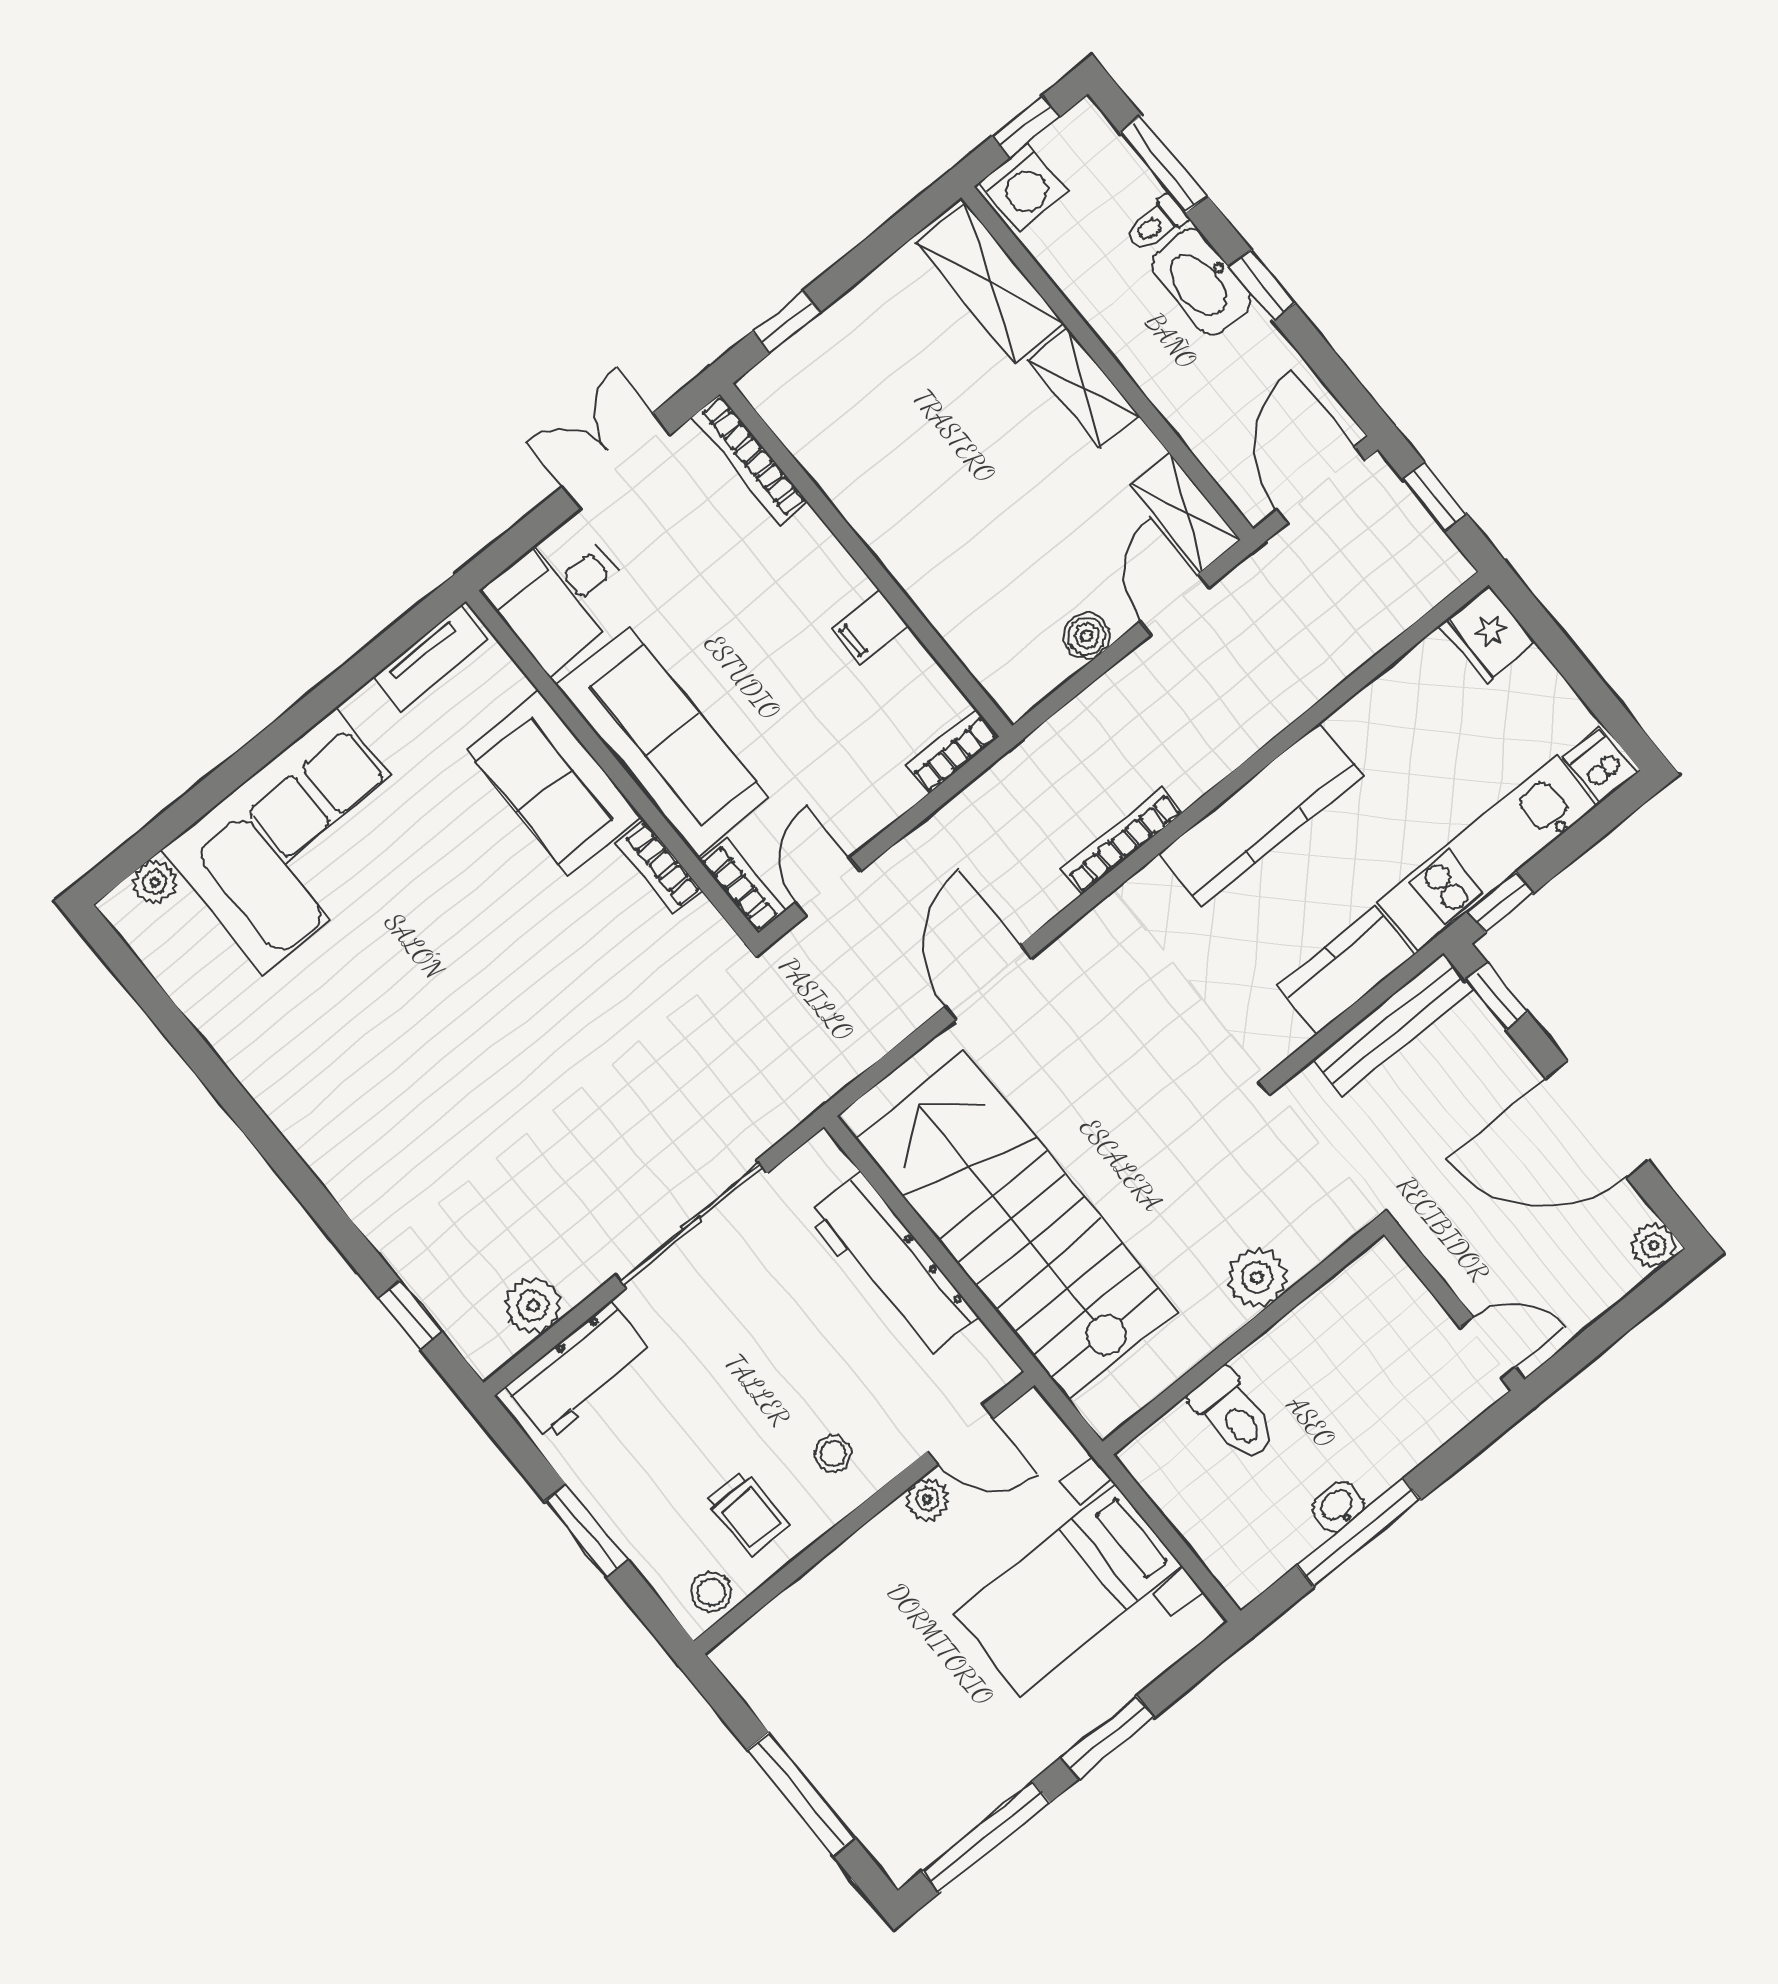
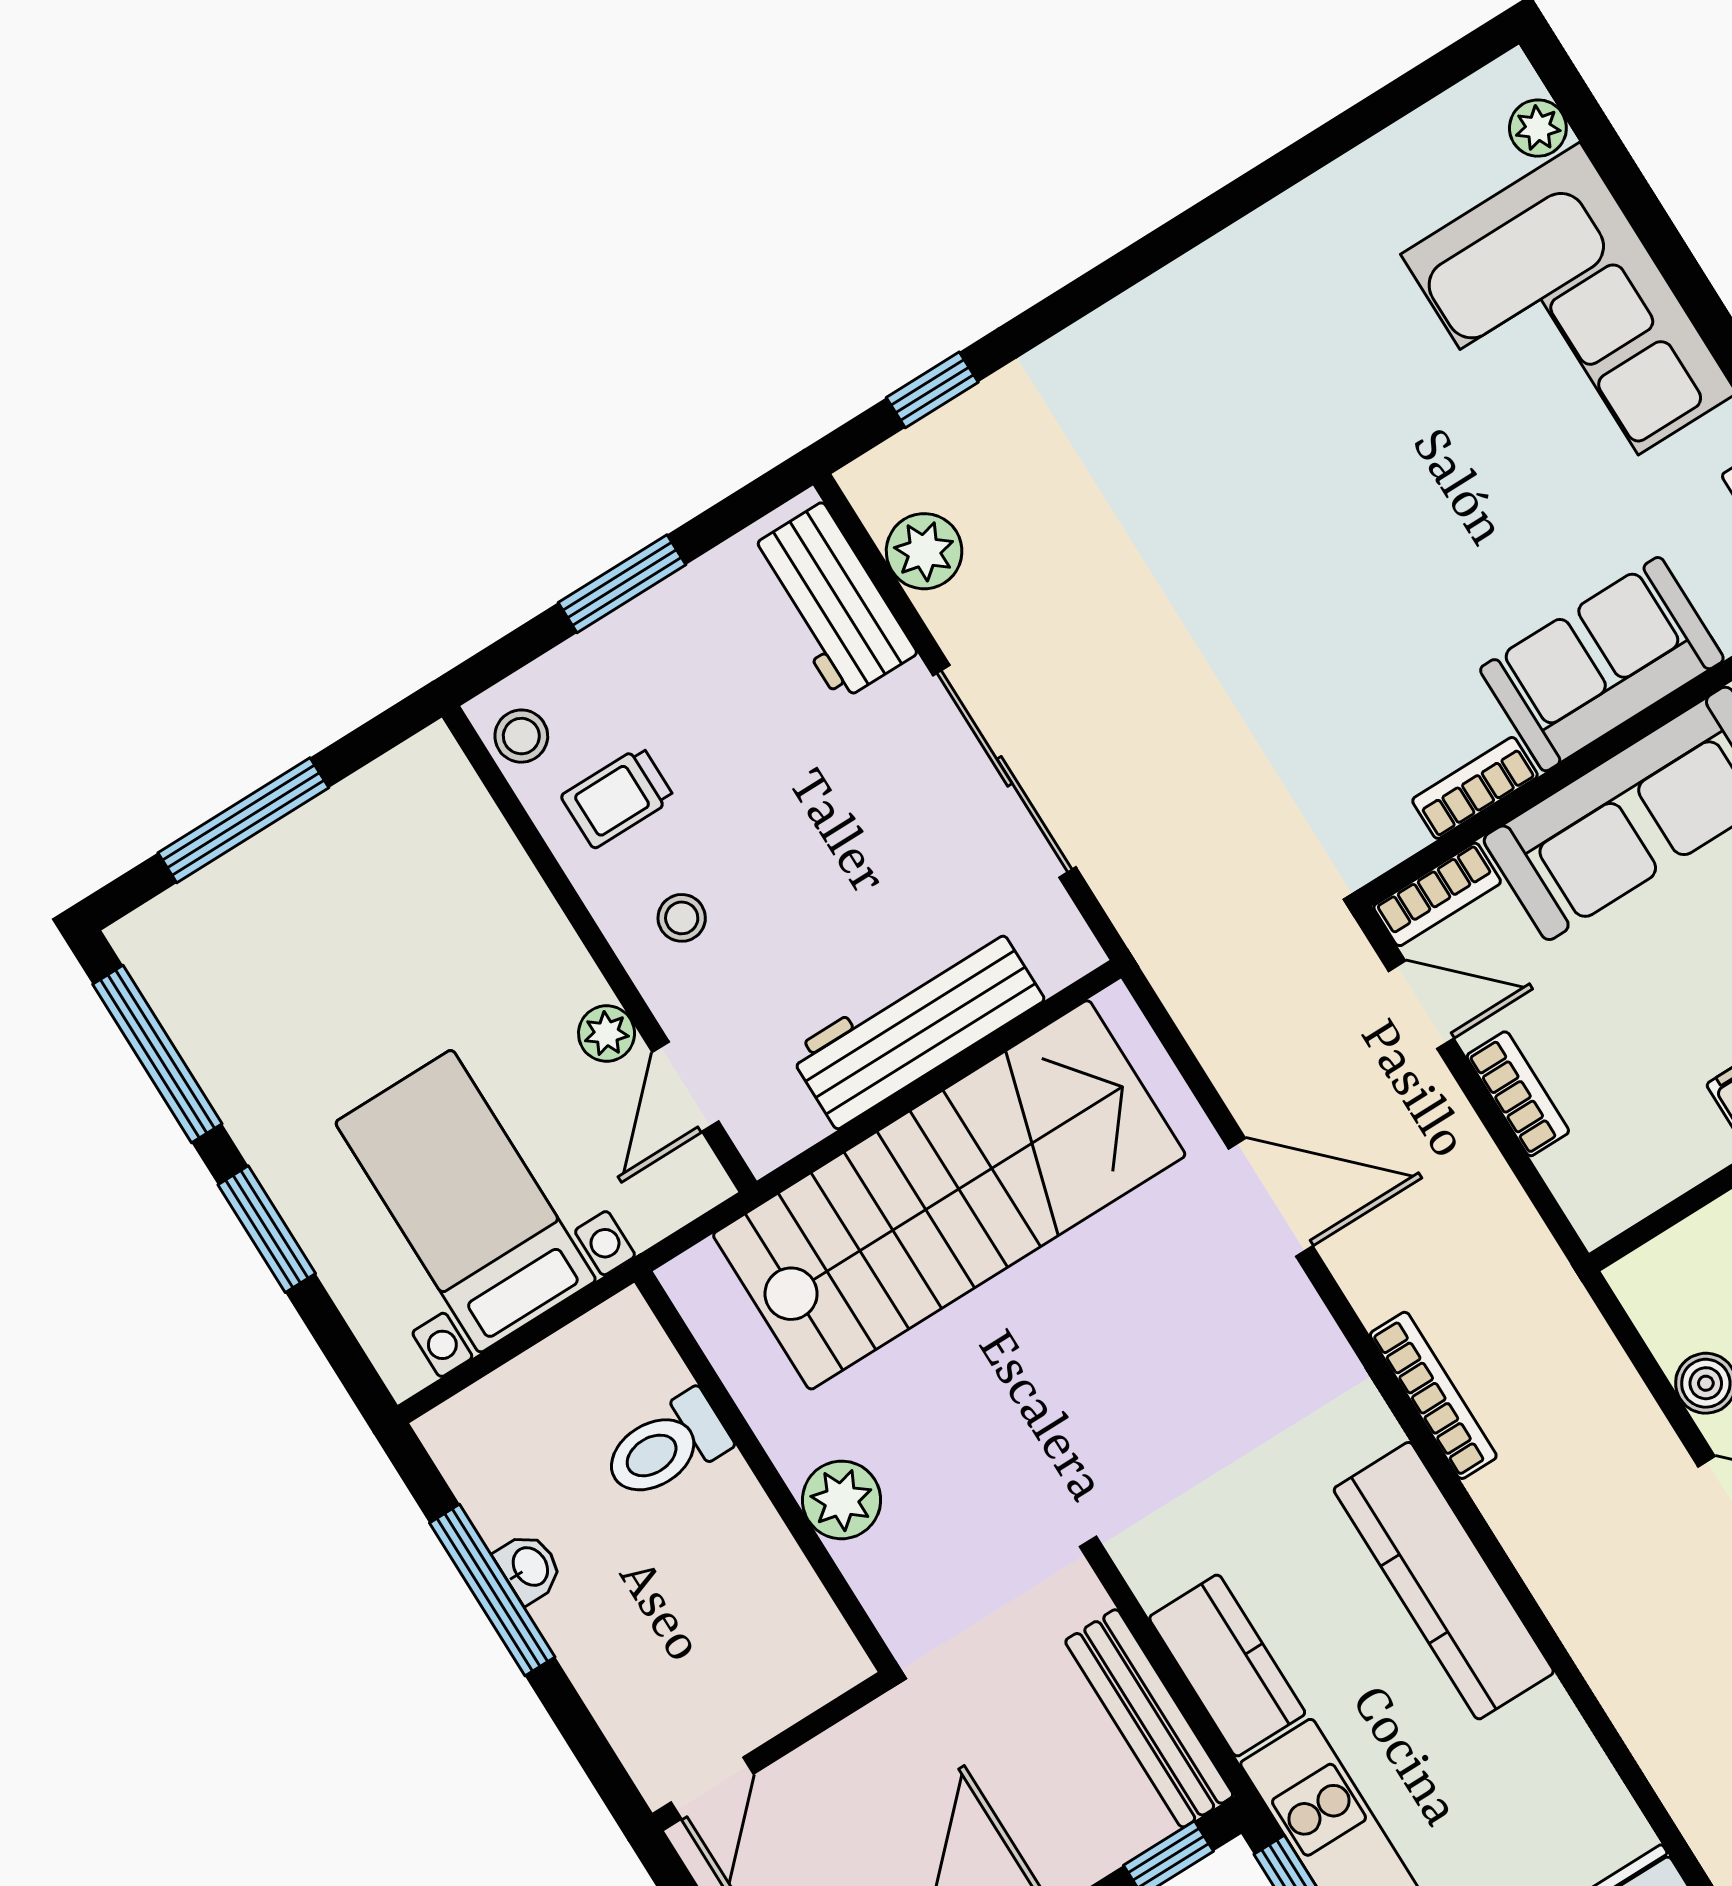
bookcase: (952, 751) -> (1518, 1094), moved

